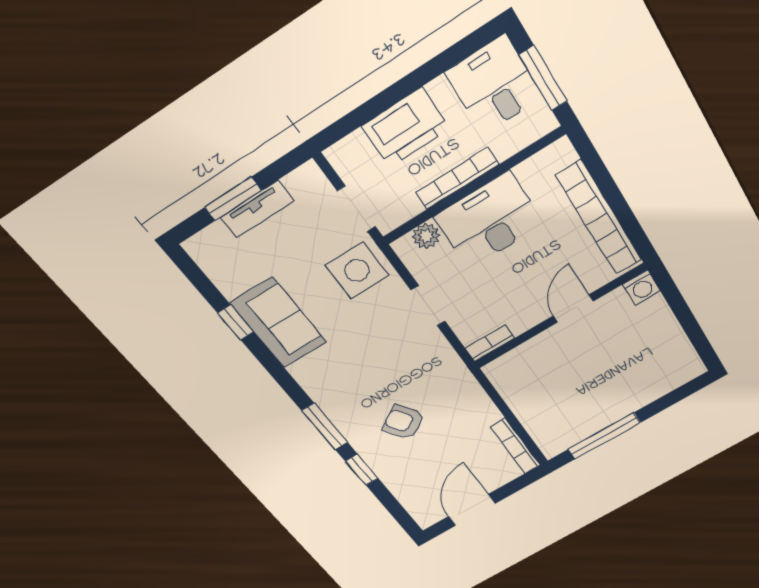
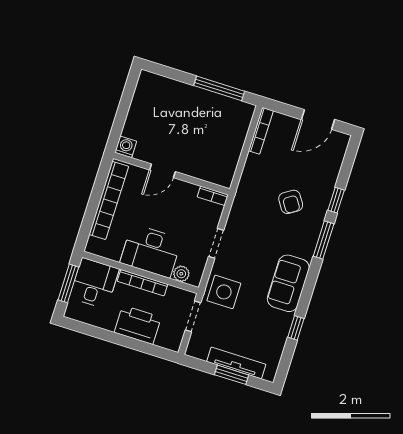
desk: (494, 85) -> (94, 283), moved, turned 180
tv unit: (257, 209) -> (236, 363), width x1.41
sofa: (278, 323) -> (288, 283), moved

